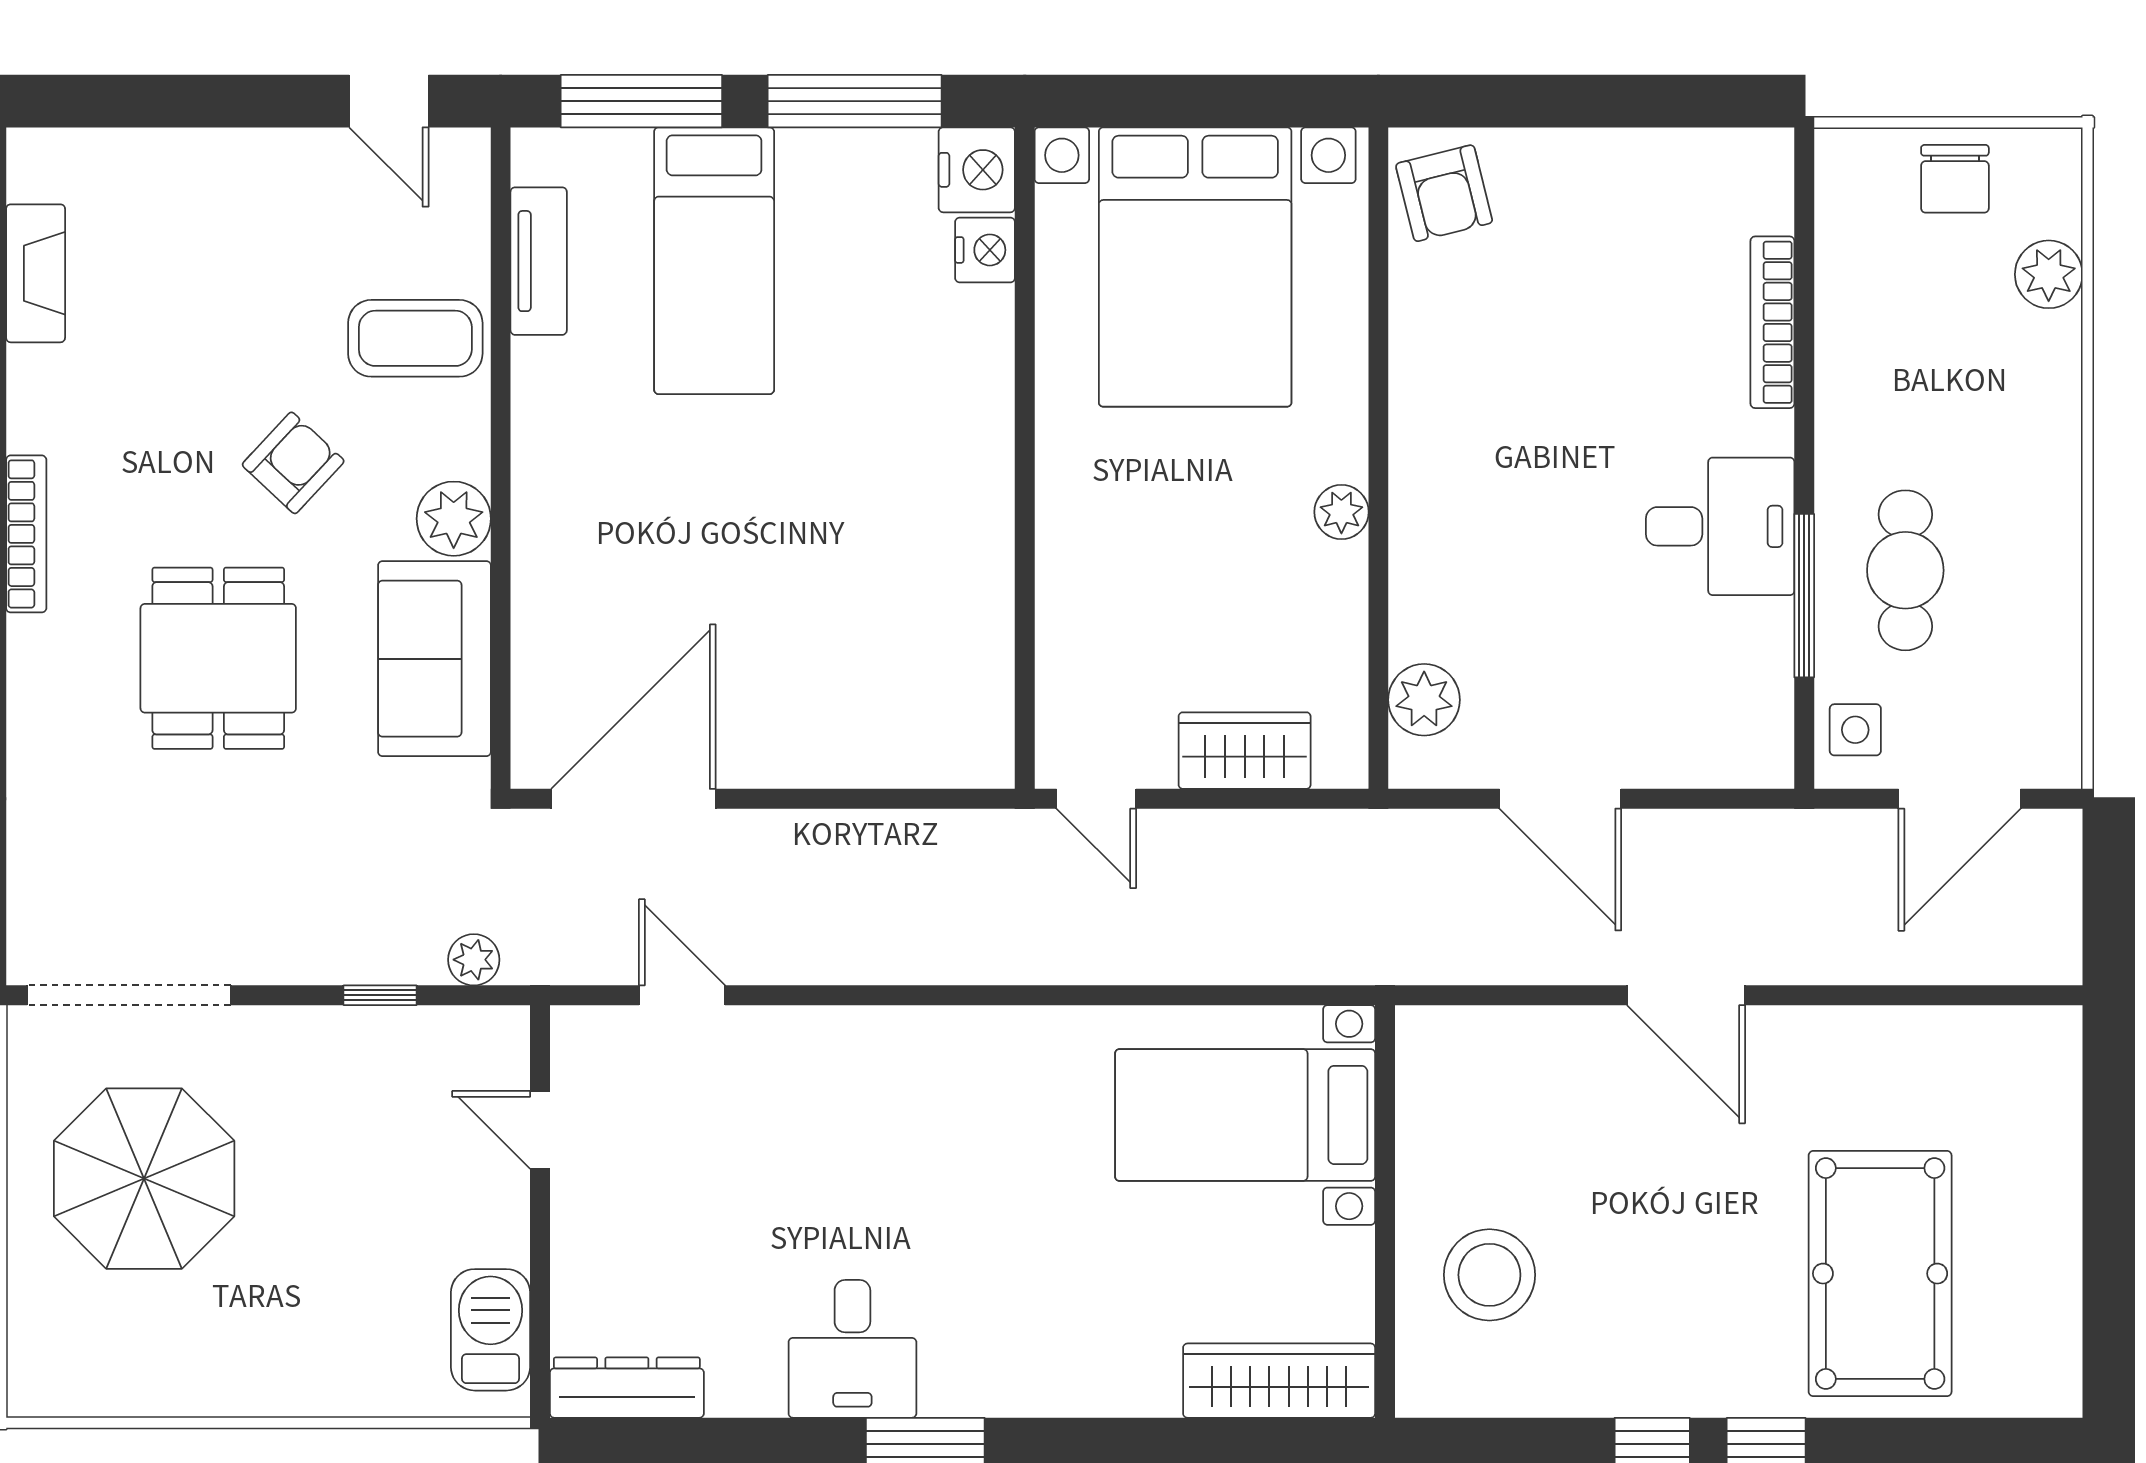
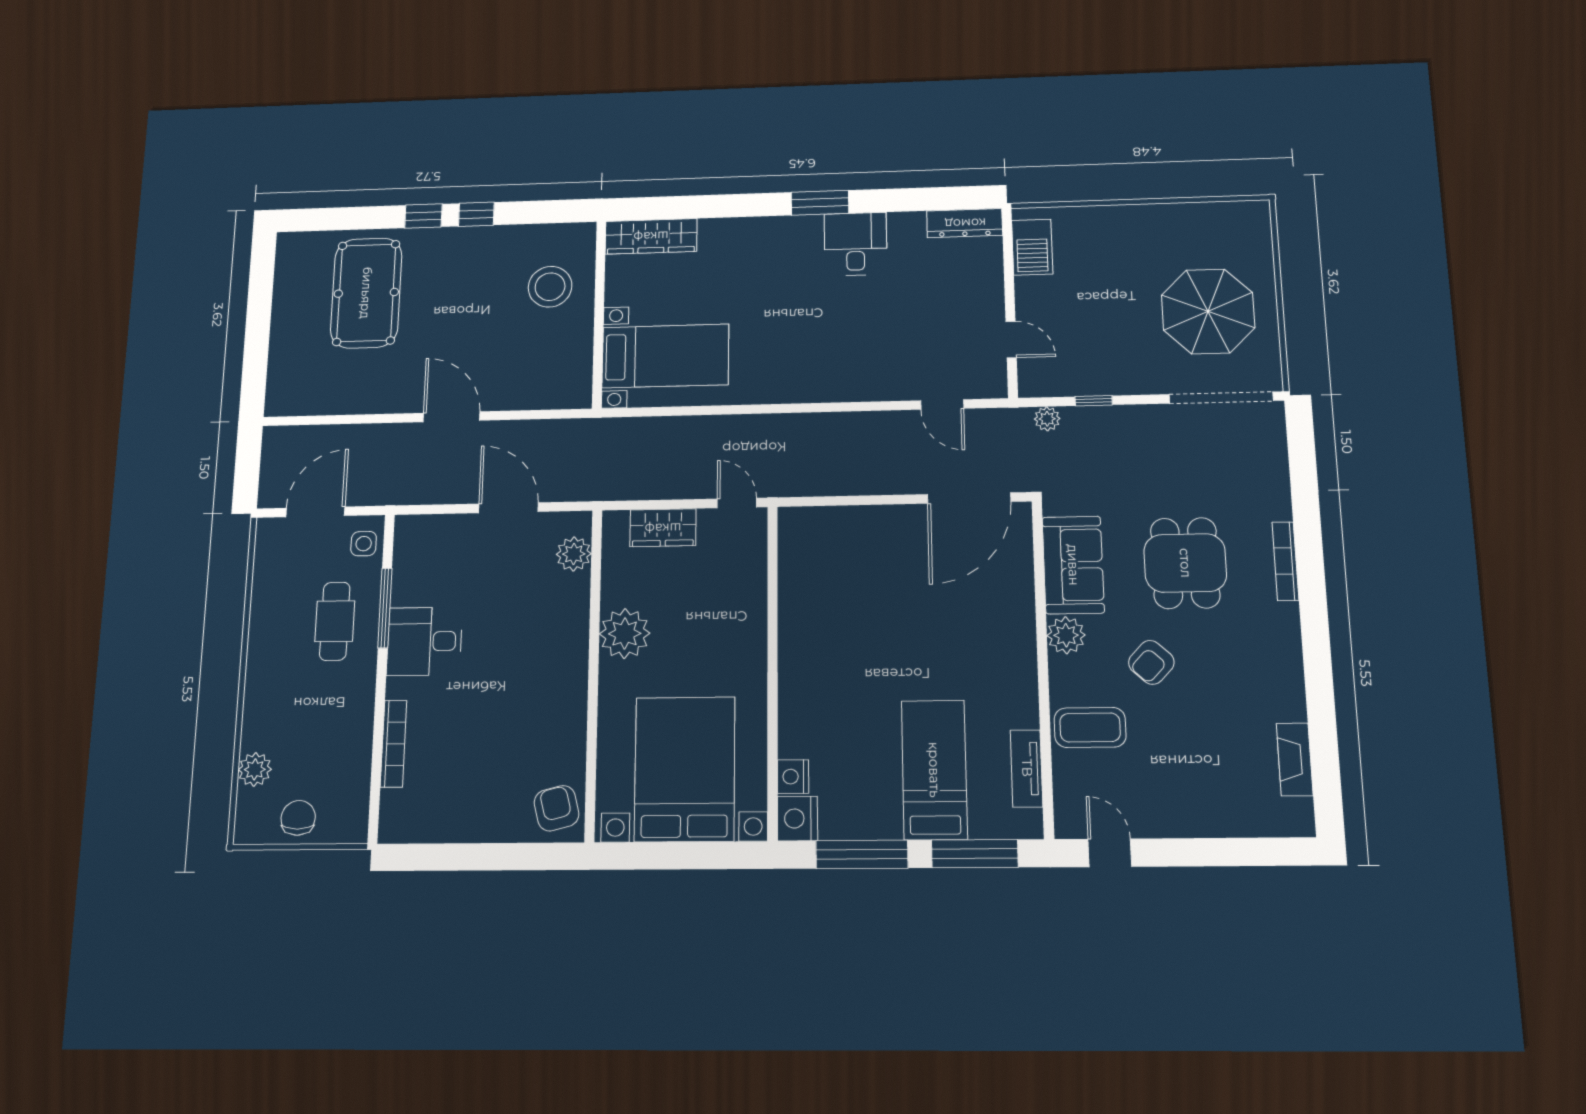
plant: (1341, 512) -> (625, 634), width x1.88, depth x1.88
bookcase: (26, 534) -> (1286, 561), moved

